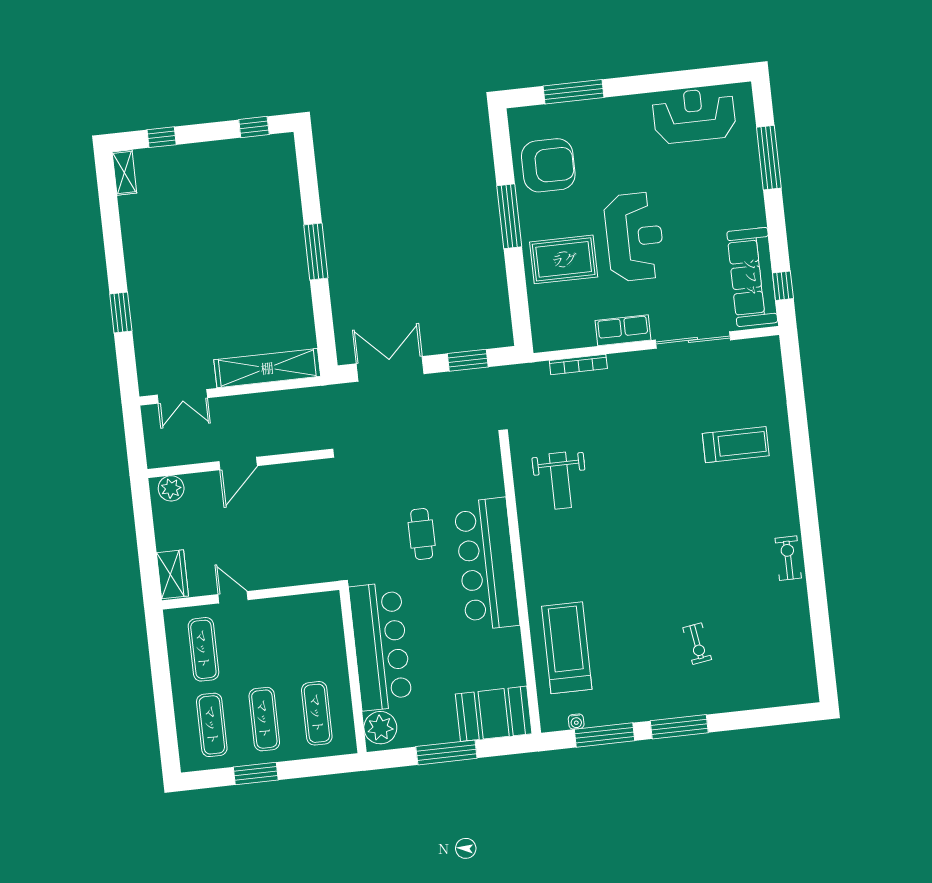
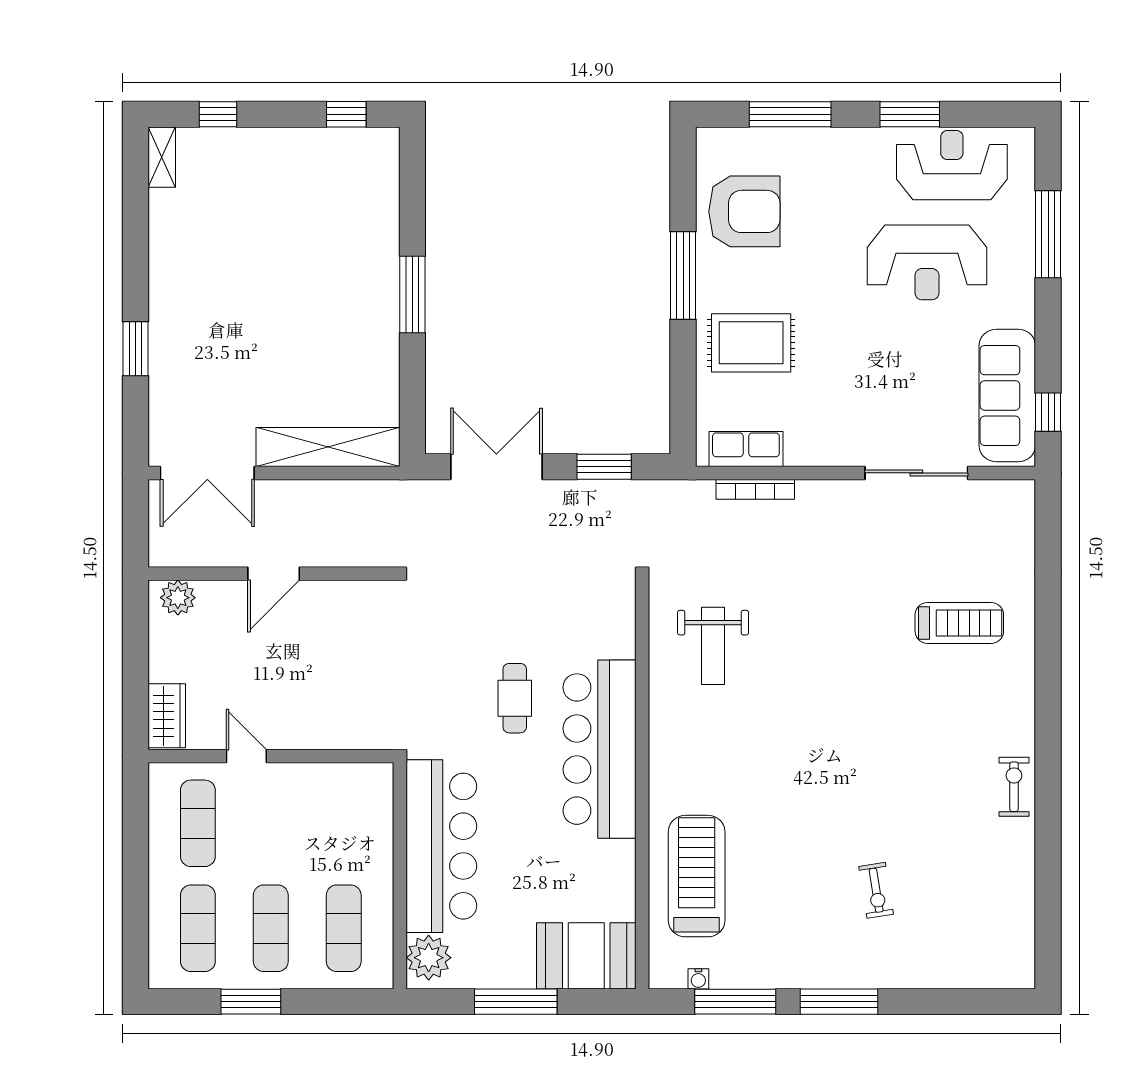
window: (660, 82) -> (910, 114), added
reception desk: (634, 237) -> (927, 262), moved, turned 90
row of seats: (623, 330) -> (746, 449), moved
double door: (182, 396) -> (207, 473), width x1.37

